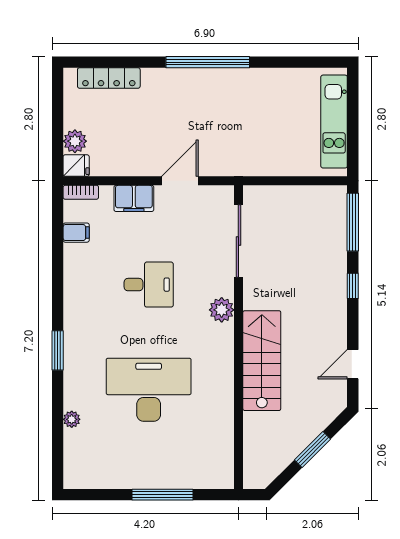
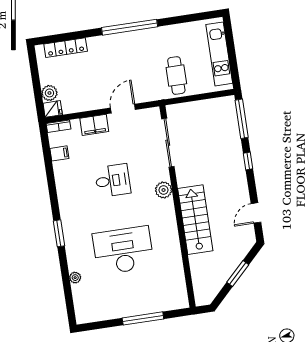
cafe table: (266, 144) -> (176, 76), added

